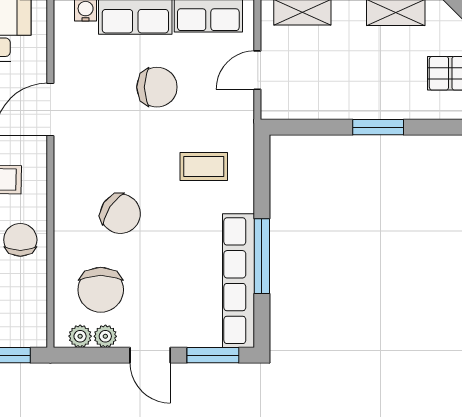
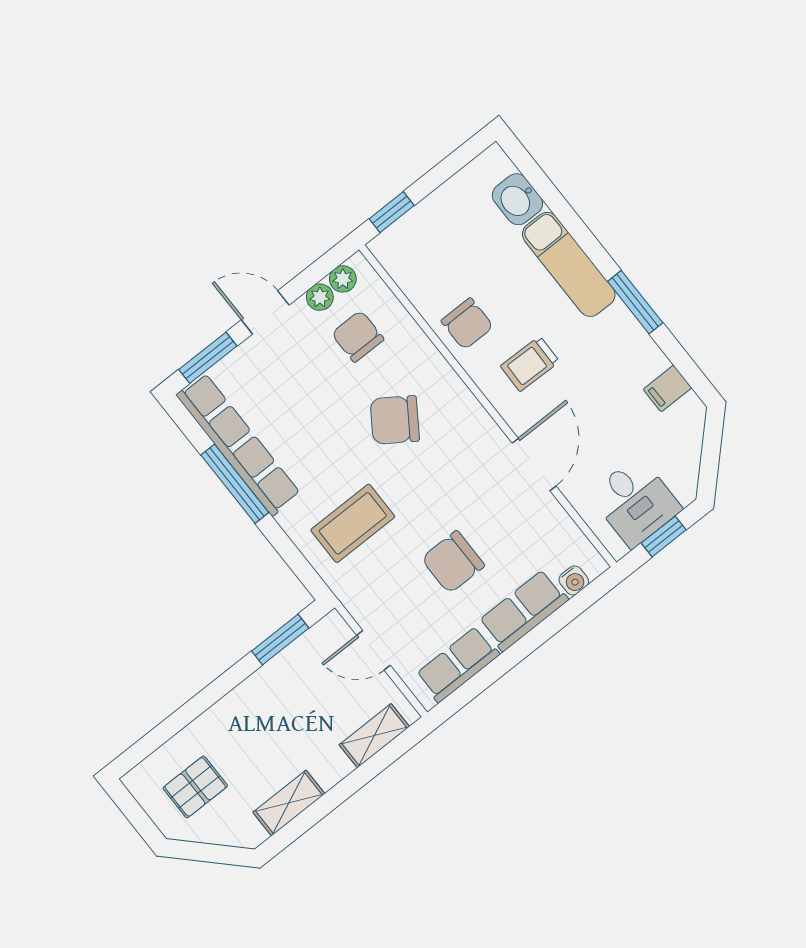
door: (257, 70) -> (373, 650), swing flipped
window: (378, 127) -> (280, 640), moved
coffee table: (204, 167) -> (353, 523), width x1.36, depth x1.30
chair: (101, 290) -> (358, 336), width x0.73, depth x0.73

